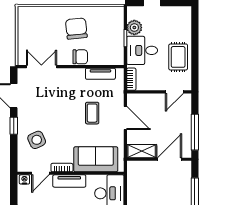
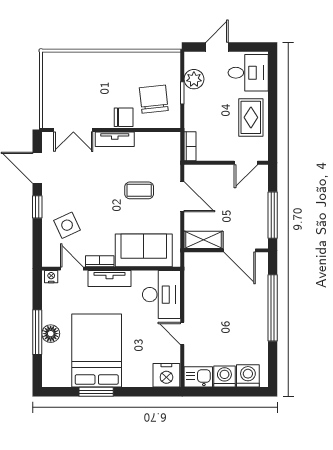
chair: (76, 29) -> (154, 99), moved
desk: (142, 50) -> (248, 73), moved, turned 180
double door: (41, 67) -> (73, 130), swing flipped
tv unit: (100, 74) -> (115, 139), moved
coffee table: (92, 113) -> (139, 190), turned 90
door: (169, 159) -> (240, 250), swing flipped
door: (40, 173) -> (72, 269), swing flipped

